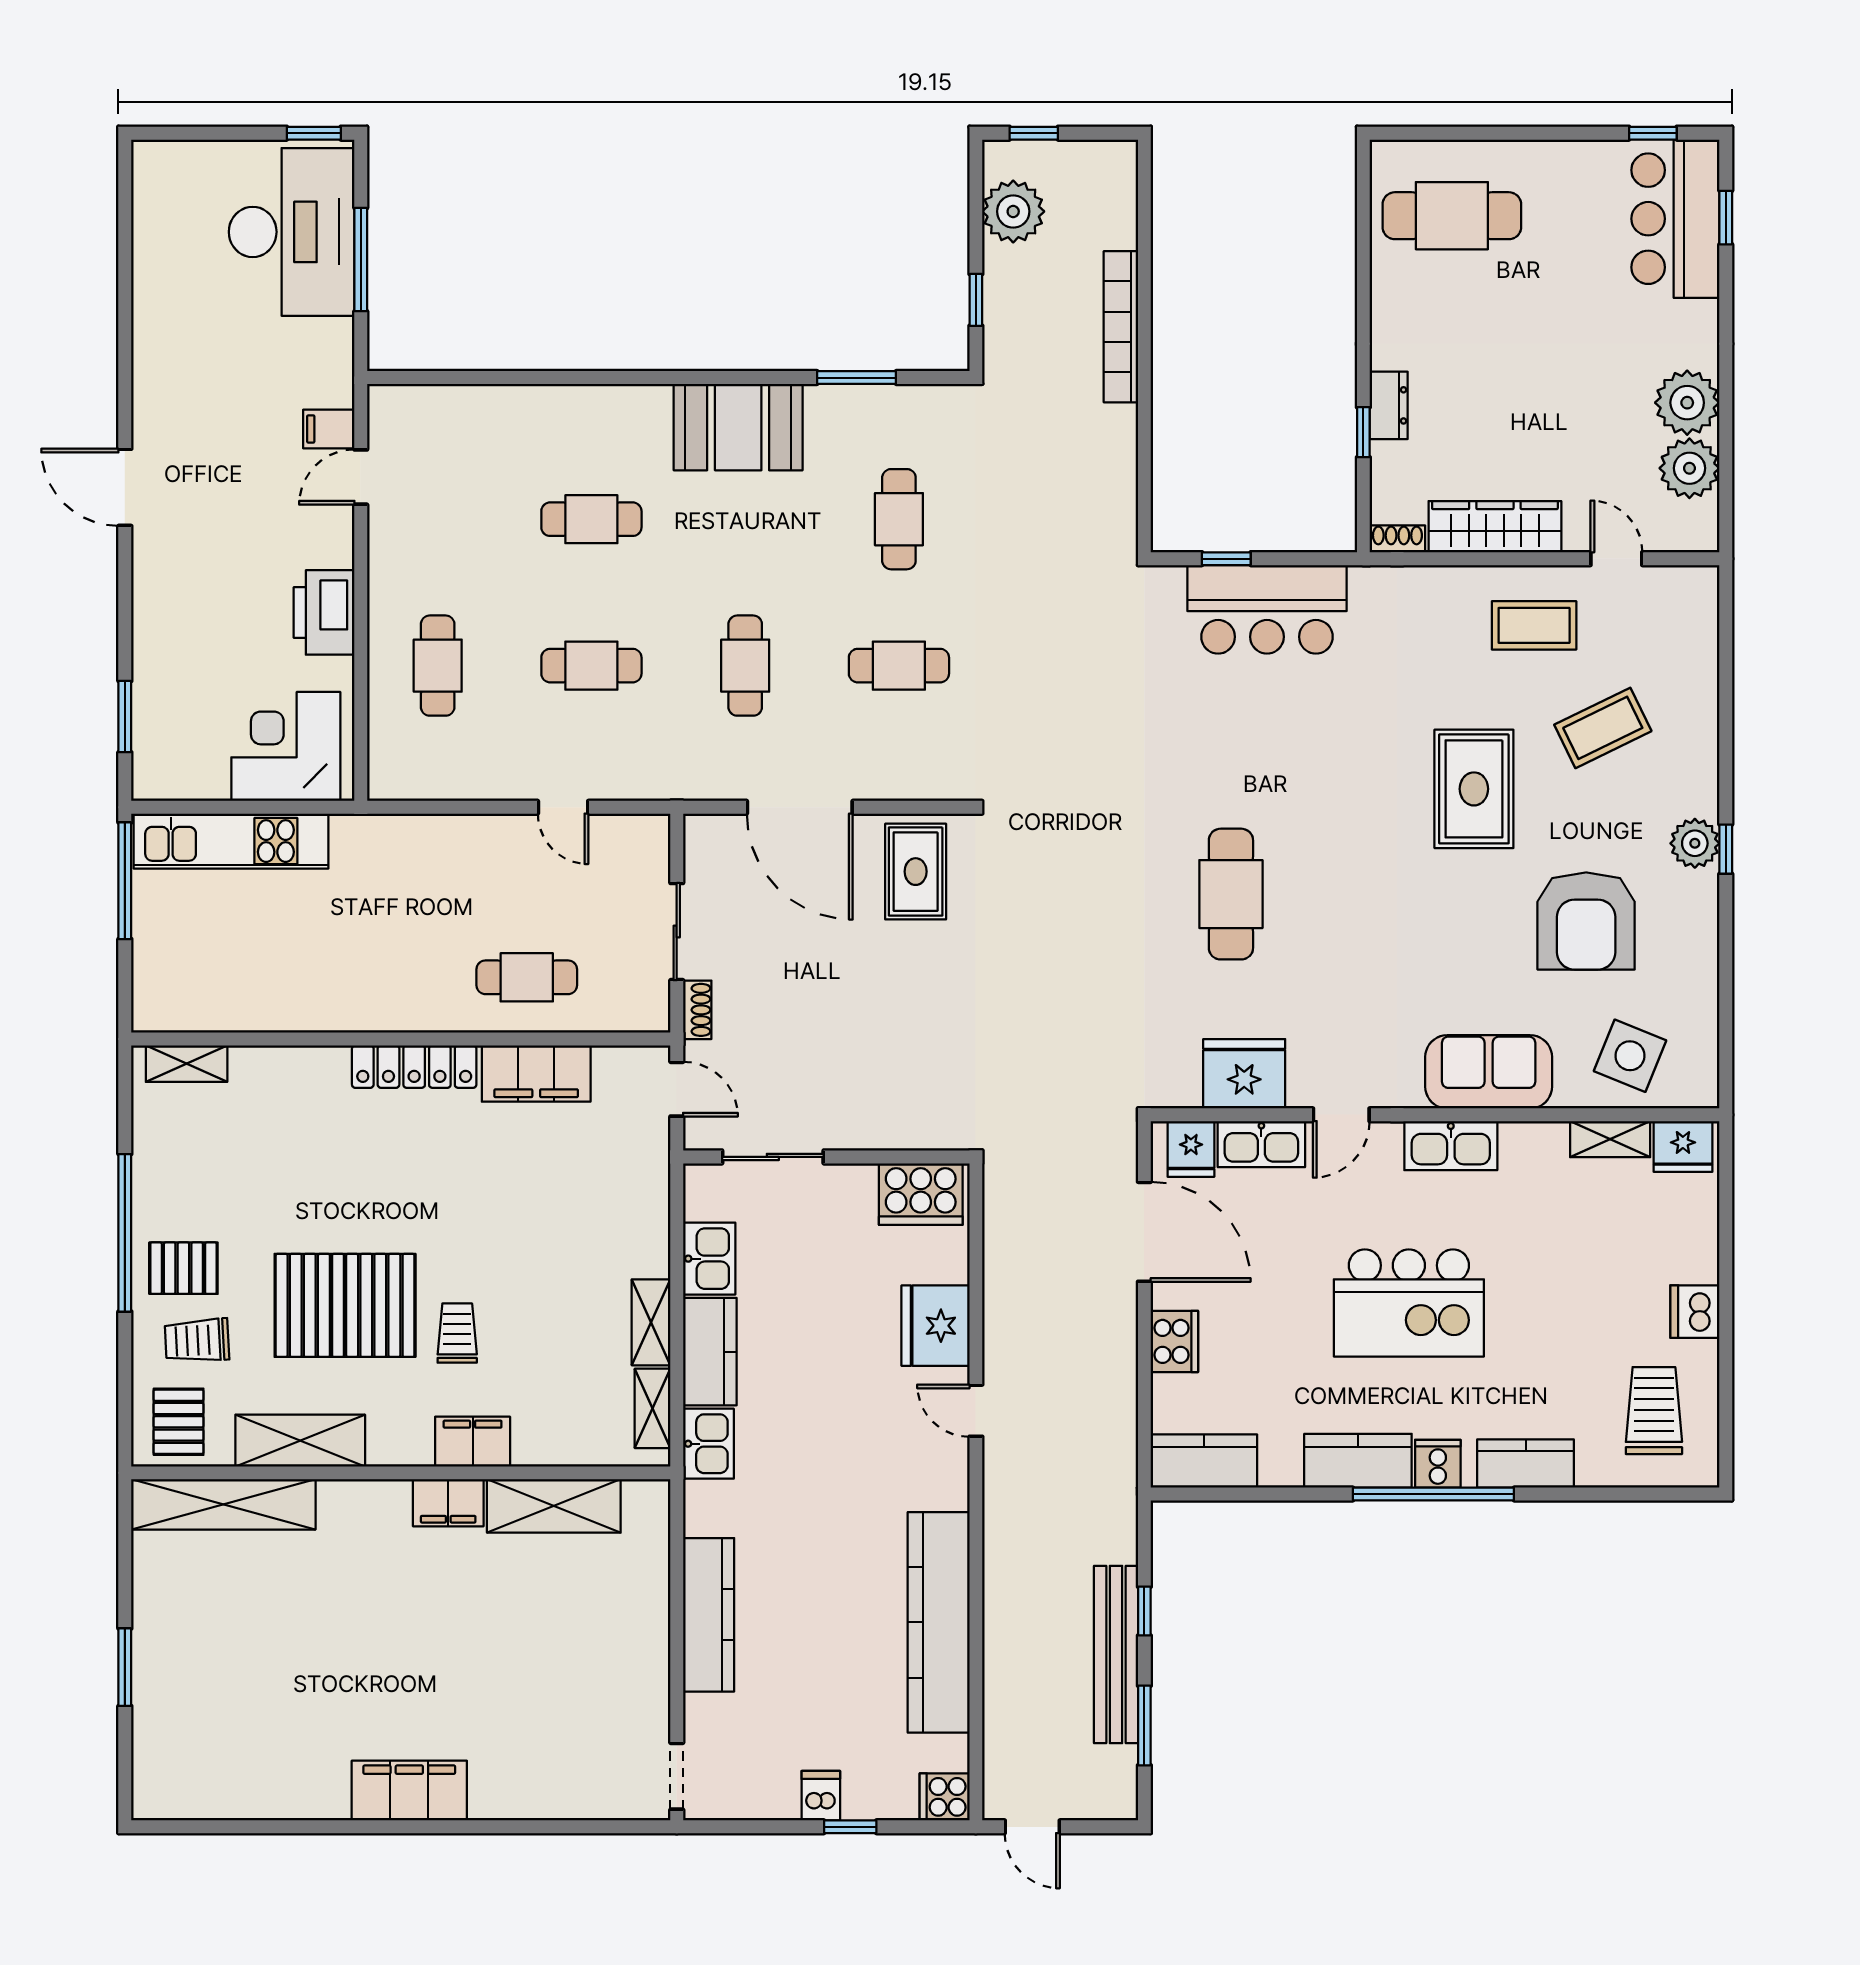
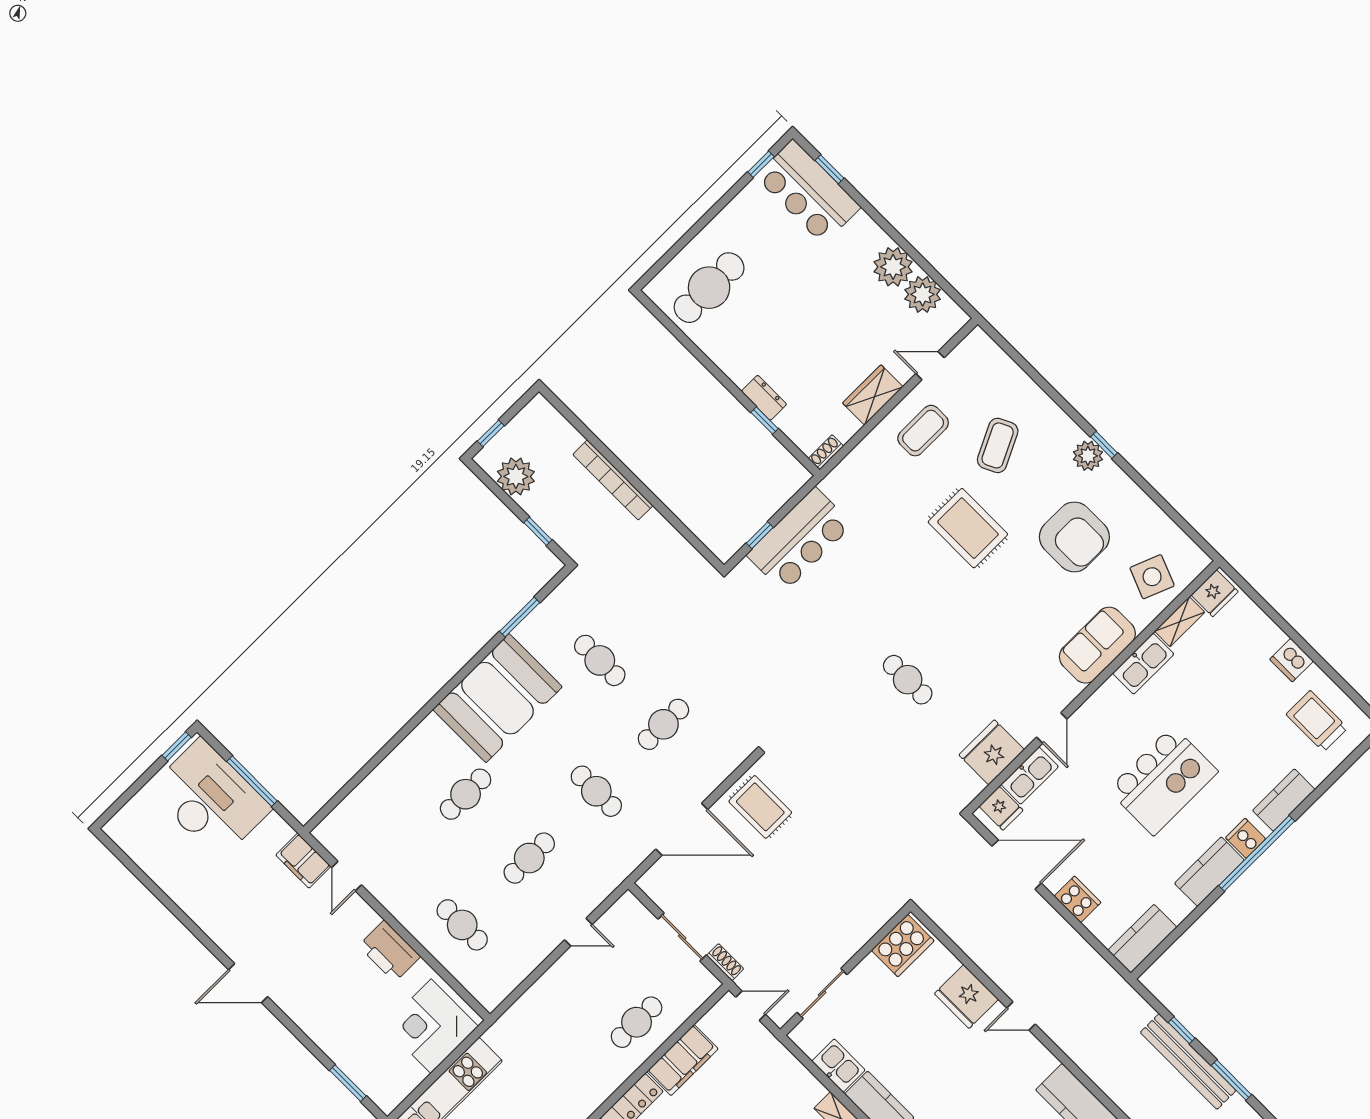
booth: (738, 427) -> (498, 698), width x1.36, depth x1.42
filing cabinet: (329, 429) -> (303, 861), width x2.00
wardrobe: (1495, 527) -> (873, 395), width x0.67
cafe table: (1231, 894) -> (908, 680), width x0.73, depth x0.74
kitchen sink: (1451, 1146) -> (1143, 664), moved

